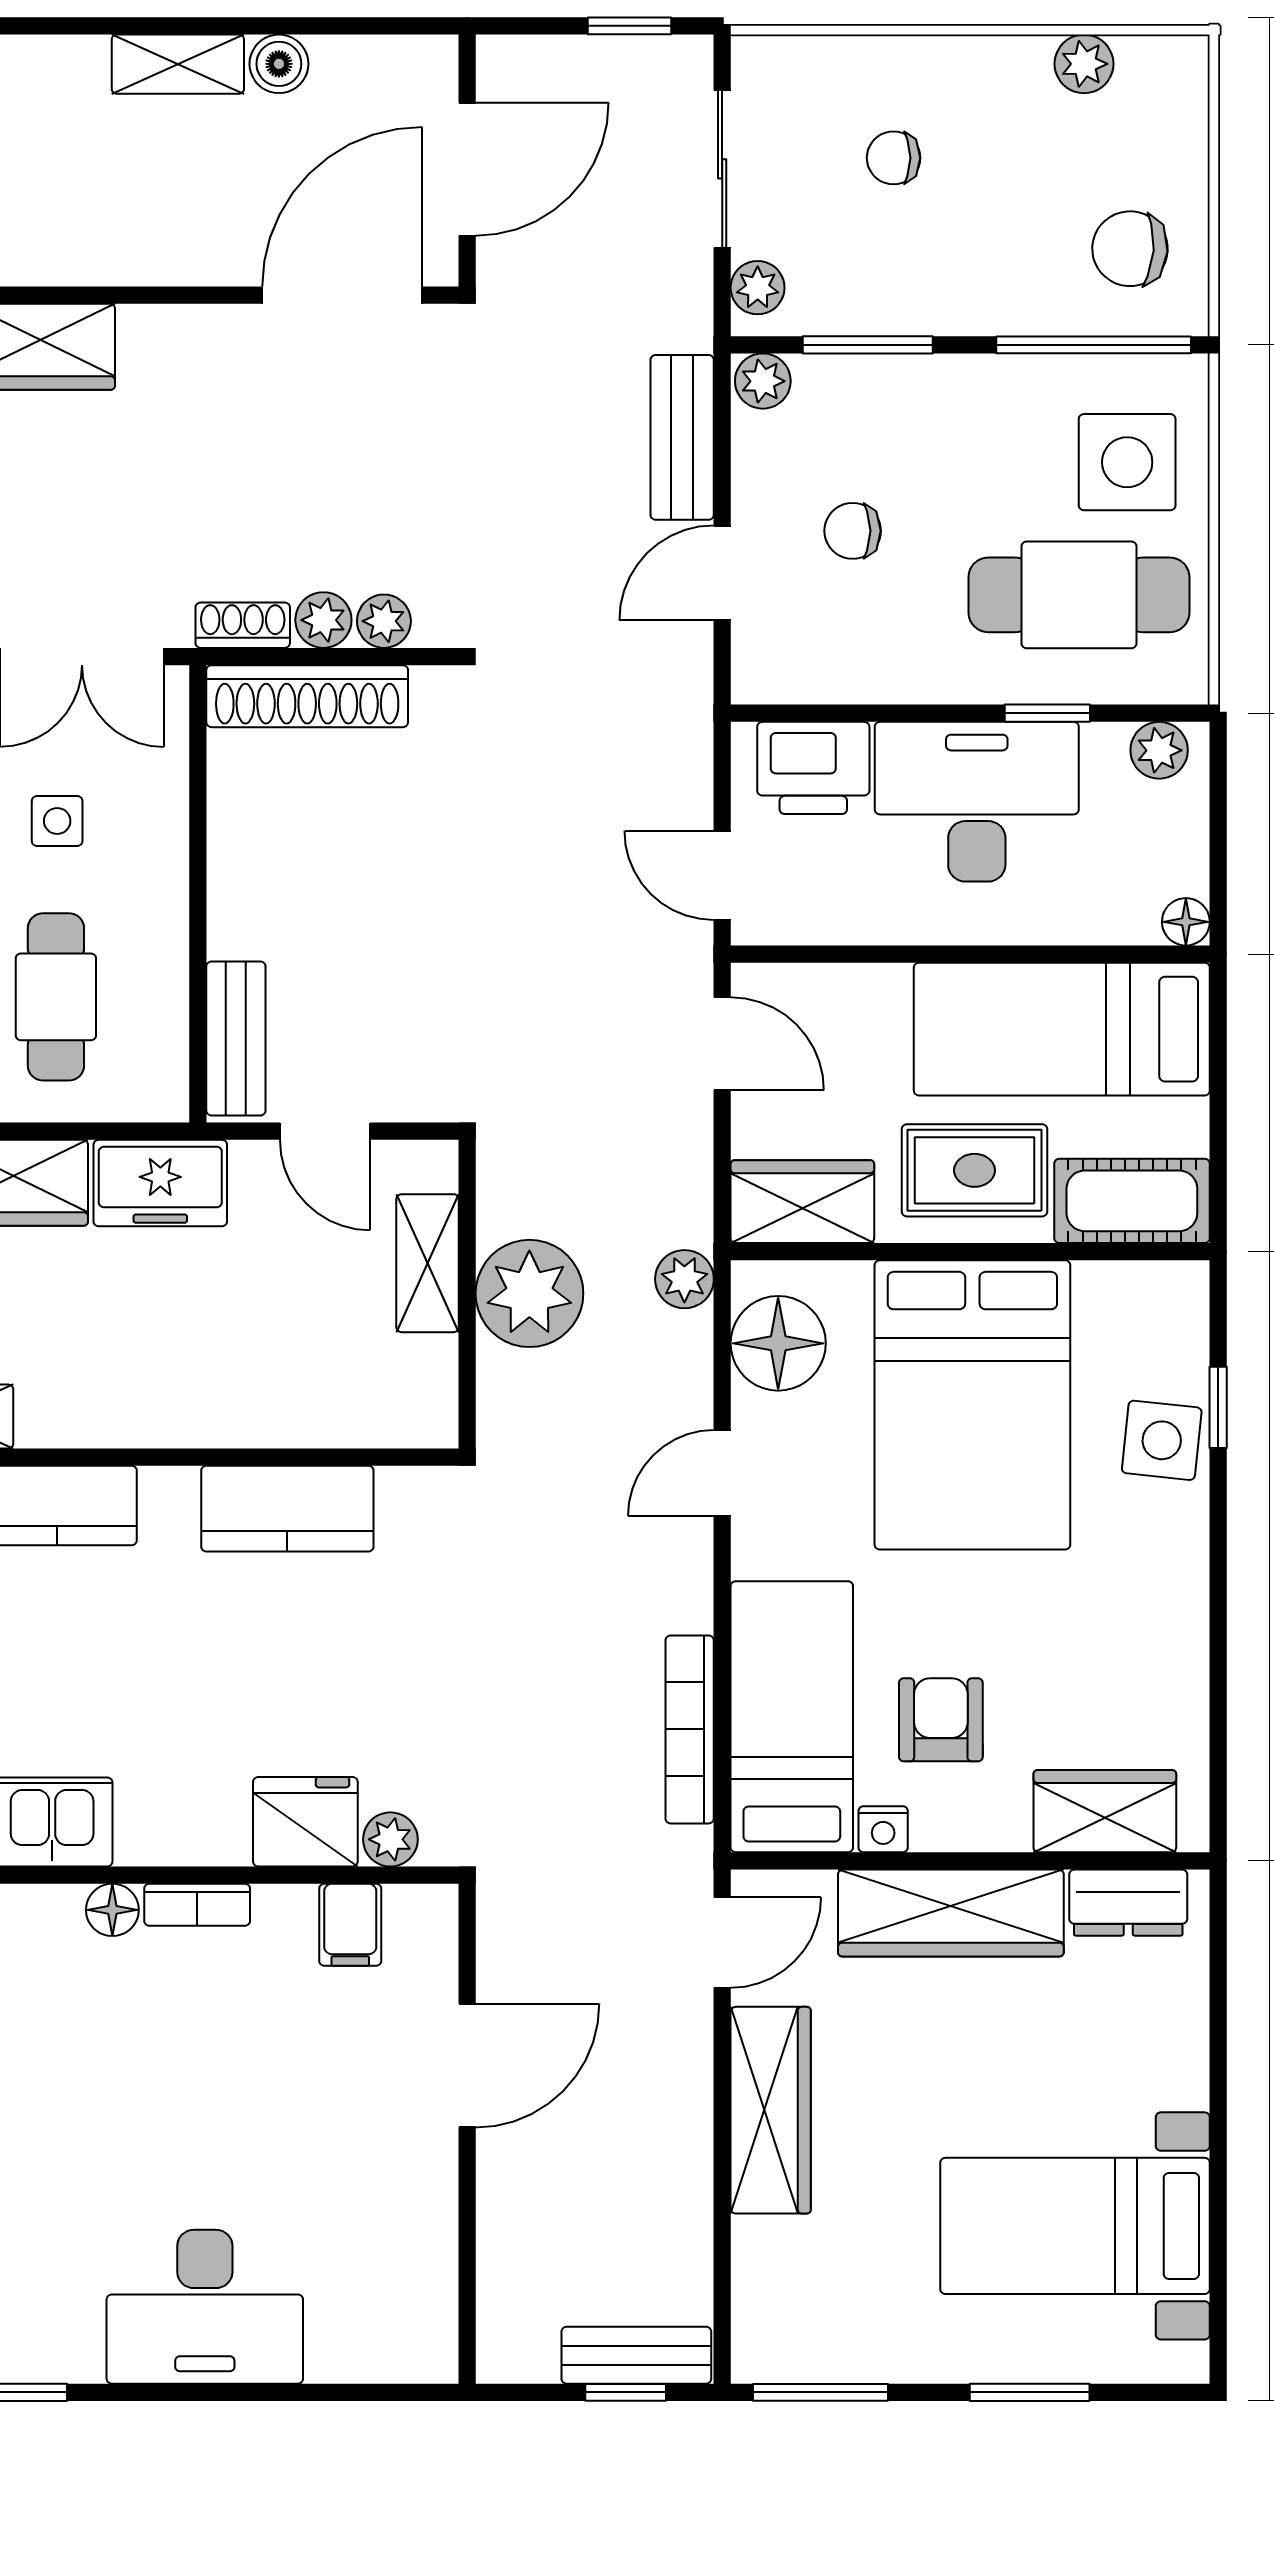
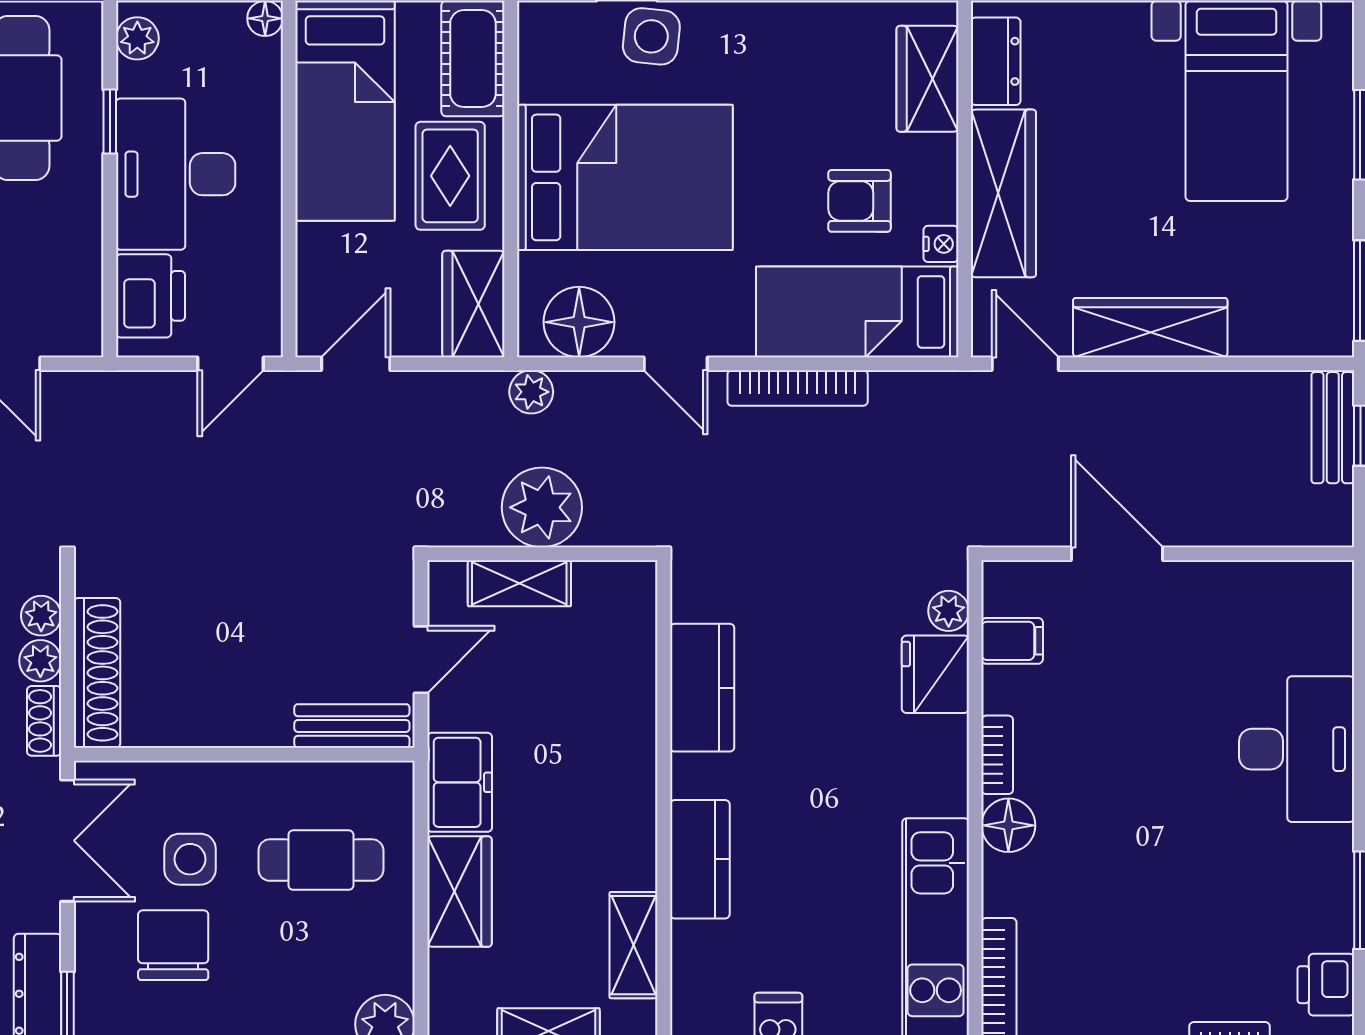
side table: (57, 821) -> (190, 859), width x1.37, depth x1.37
bookcase: (690, 1729) -> (798, 388), moved
floor lamp: (112, 1910) -> (1008, 825), width x1.37, depth x1.37

